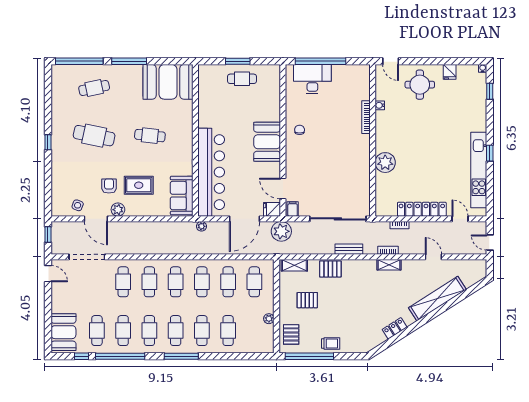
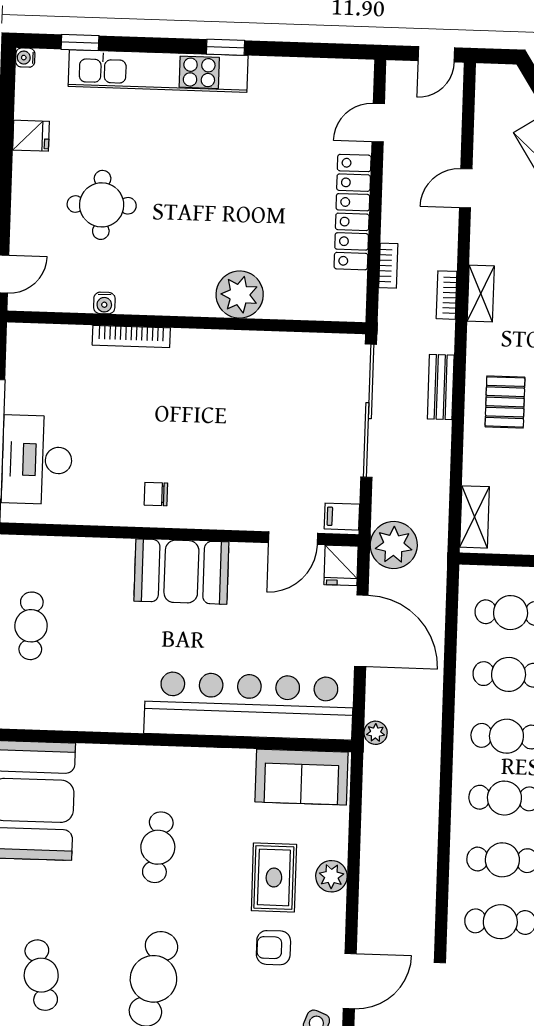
round table: (420, 85) -> (102, 205), moved
kitchen unit: (479, 170) -> (158, 71), moved
plant: (118, 210) -> (331, 876), moved
pallet: (330, 269) -> (505, 402), moved

